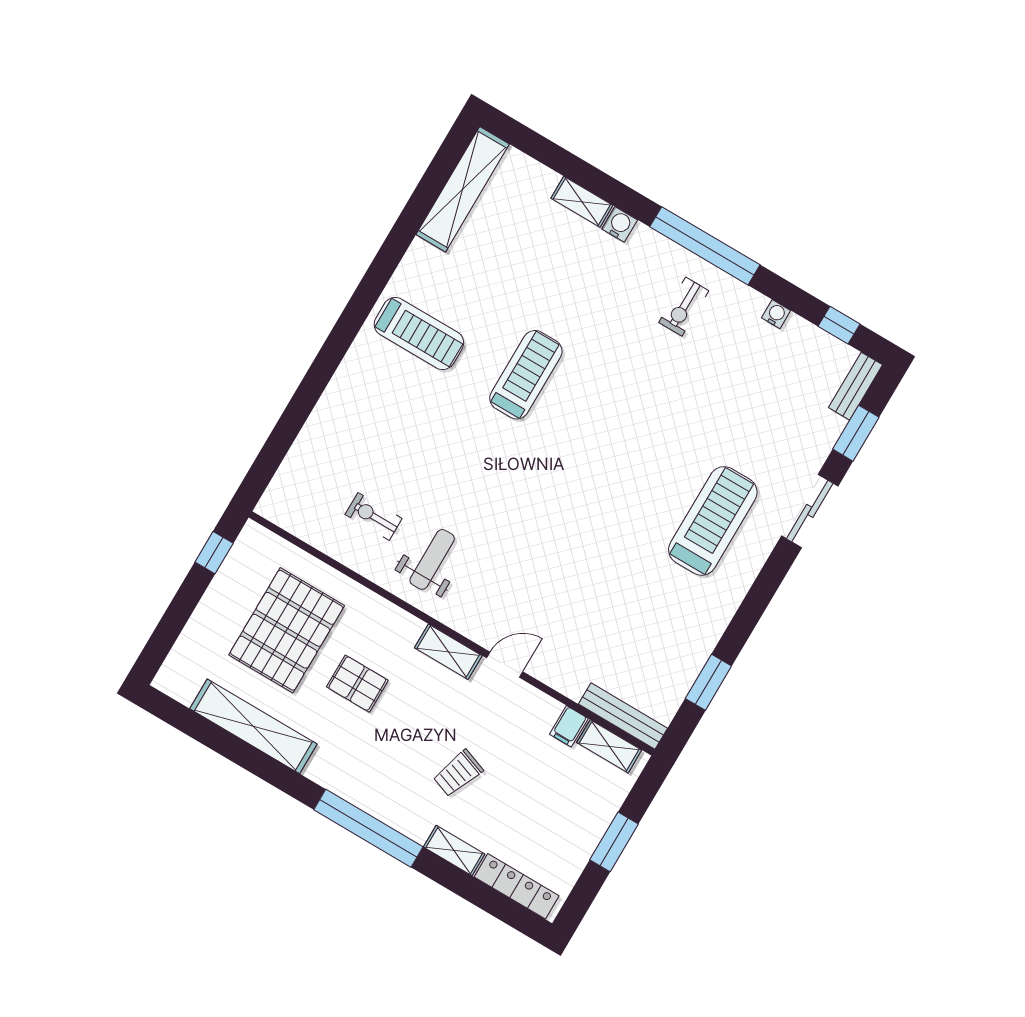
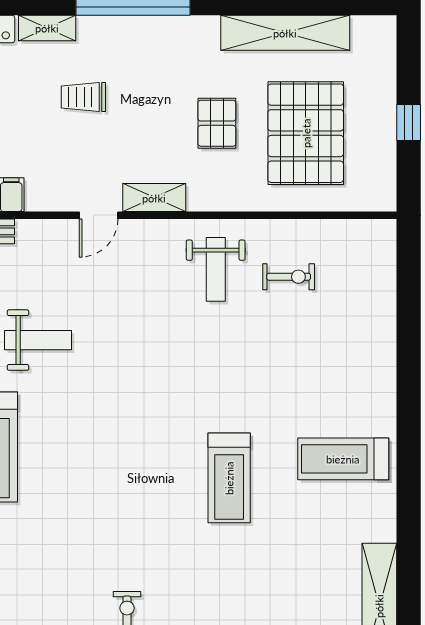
window: (214, 553) -> (409, 122), moved
weight bench: (619, 589) -> (38, 340), added
pallet: (357, 684) -> (217, 123), turned 90
trolley: (458, 773) -> (83, 97), turned -110

